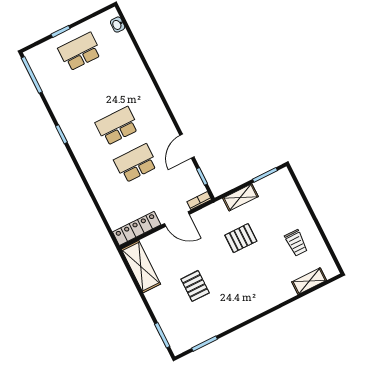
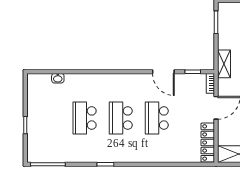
washbasin: (118, 25) -> (58, 78), moved
school desk: (80, 52) -> (85, 118), moved
shelving: (240, 197) -> (224, 64), moved

